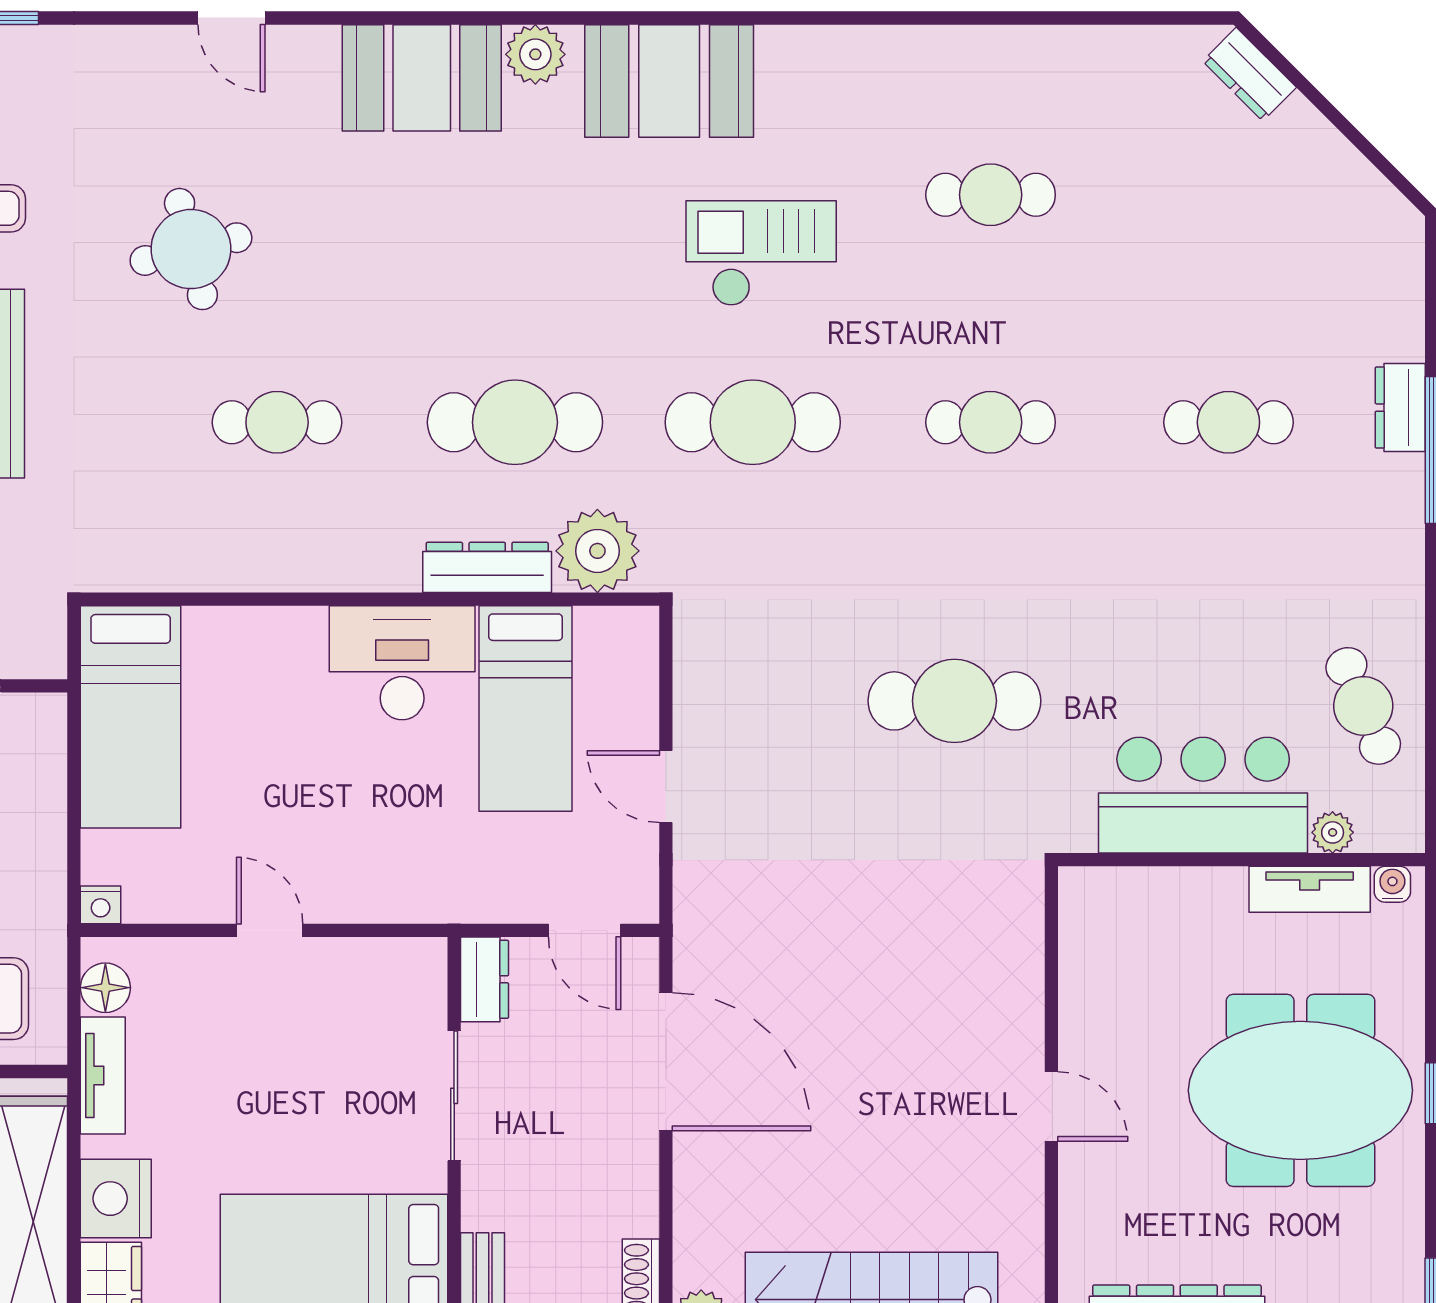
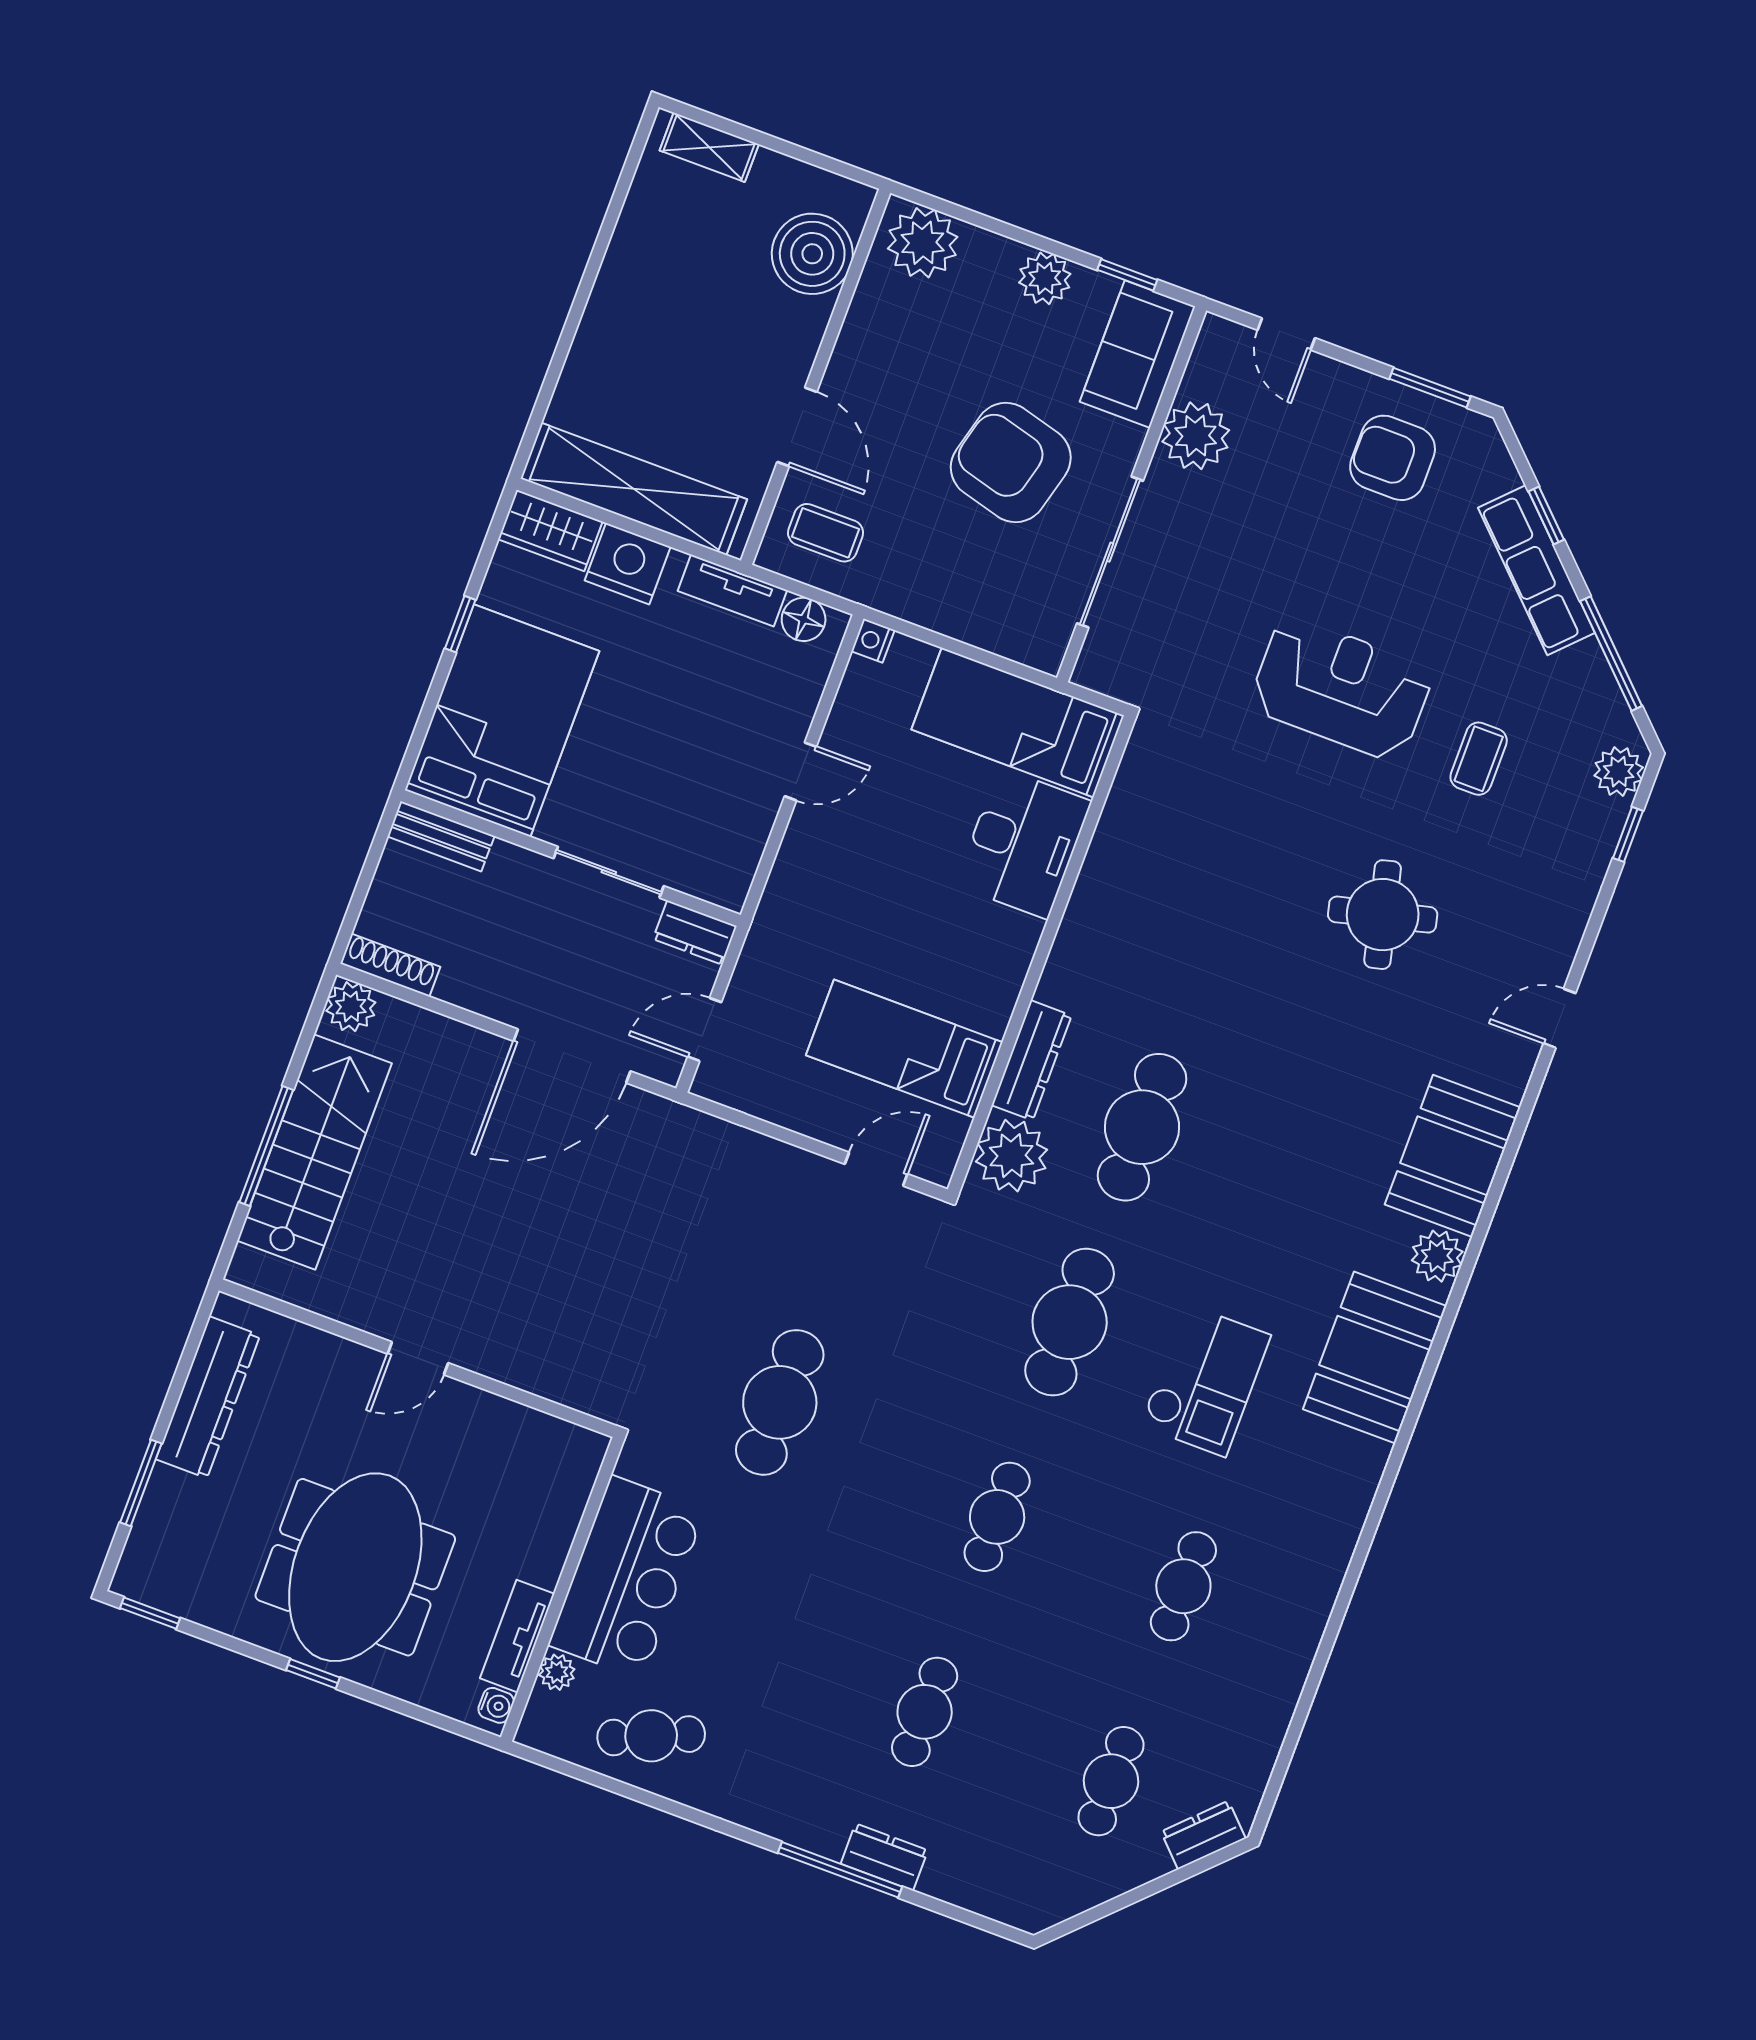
cafe table: (277, 422) -> (1111, 1781), moved
desk: (402, 663) -> (1023, 843), moved
door: (666, 787) -> (876, 1169), moved

